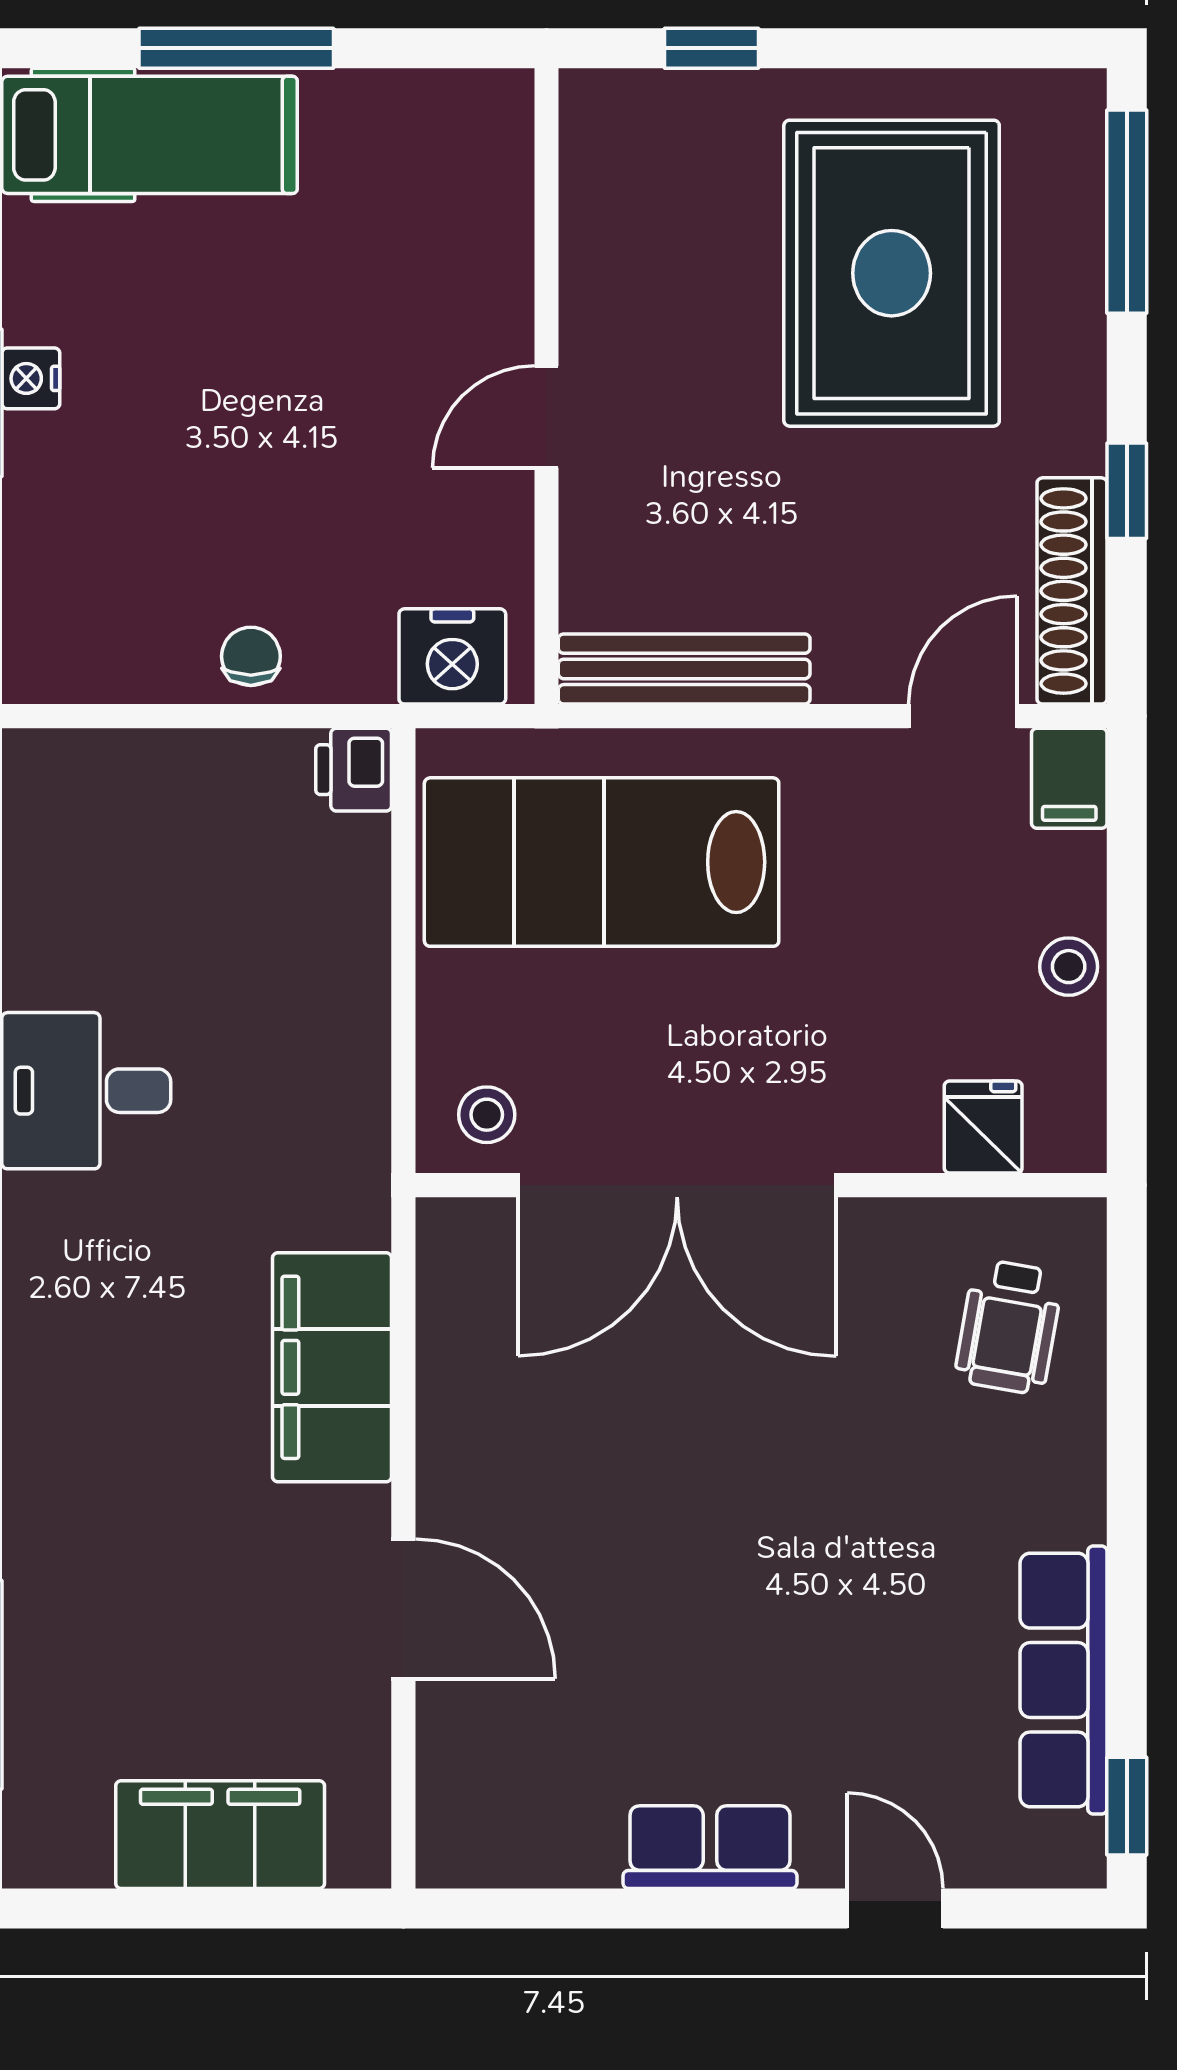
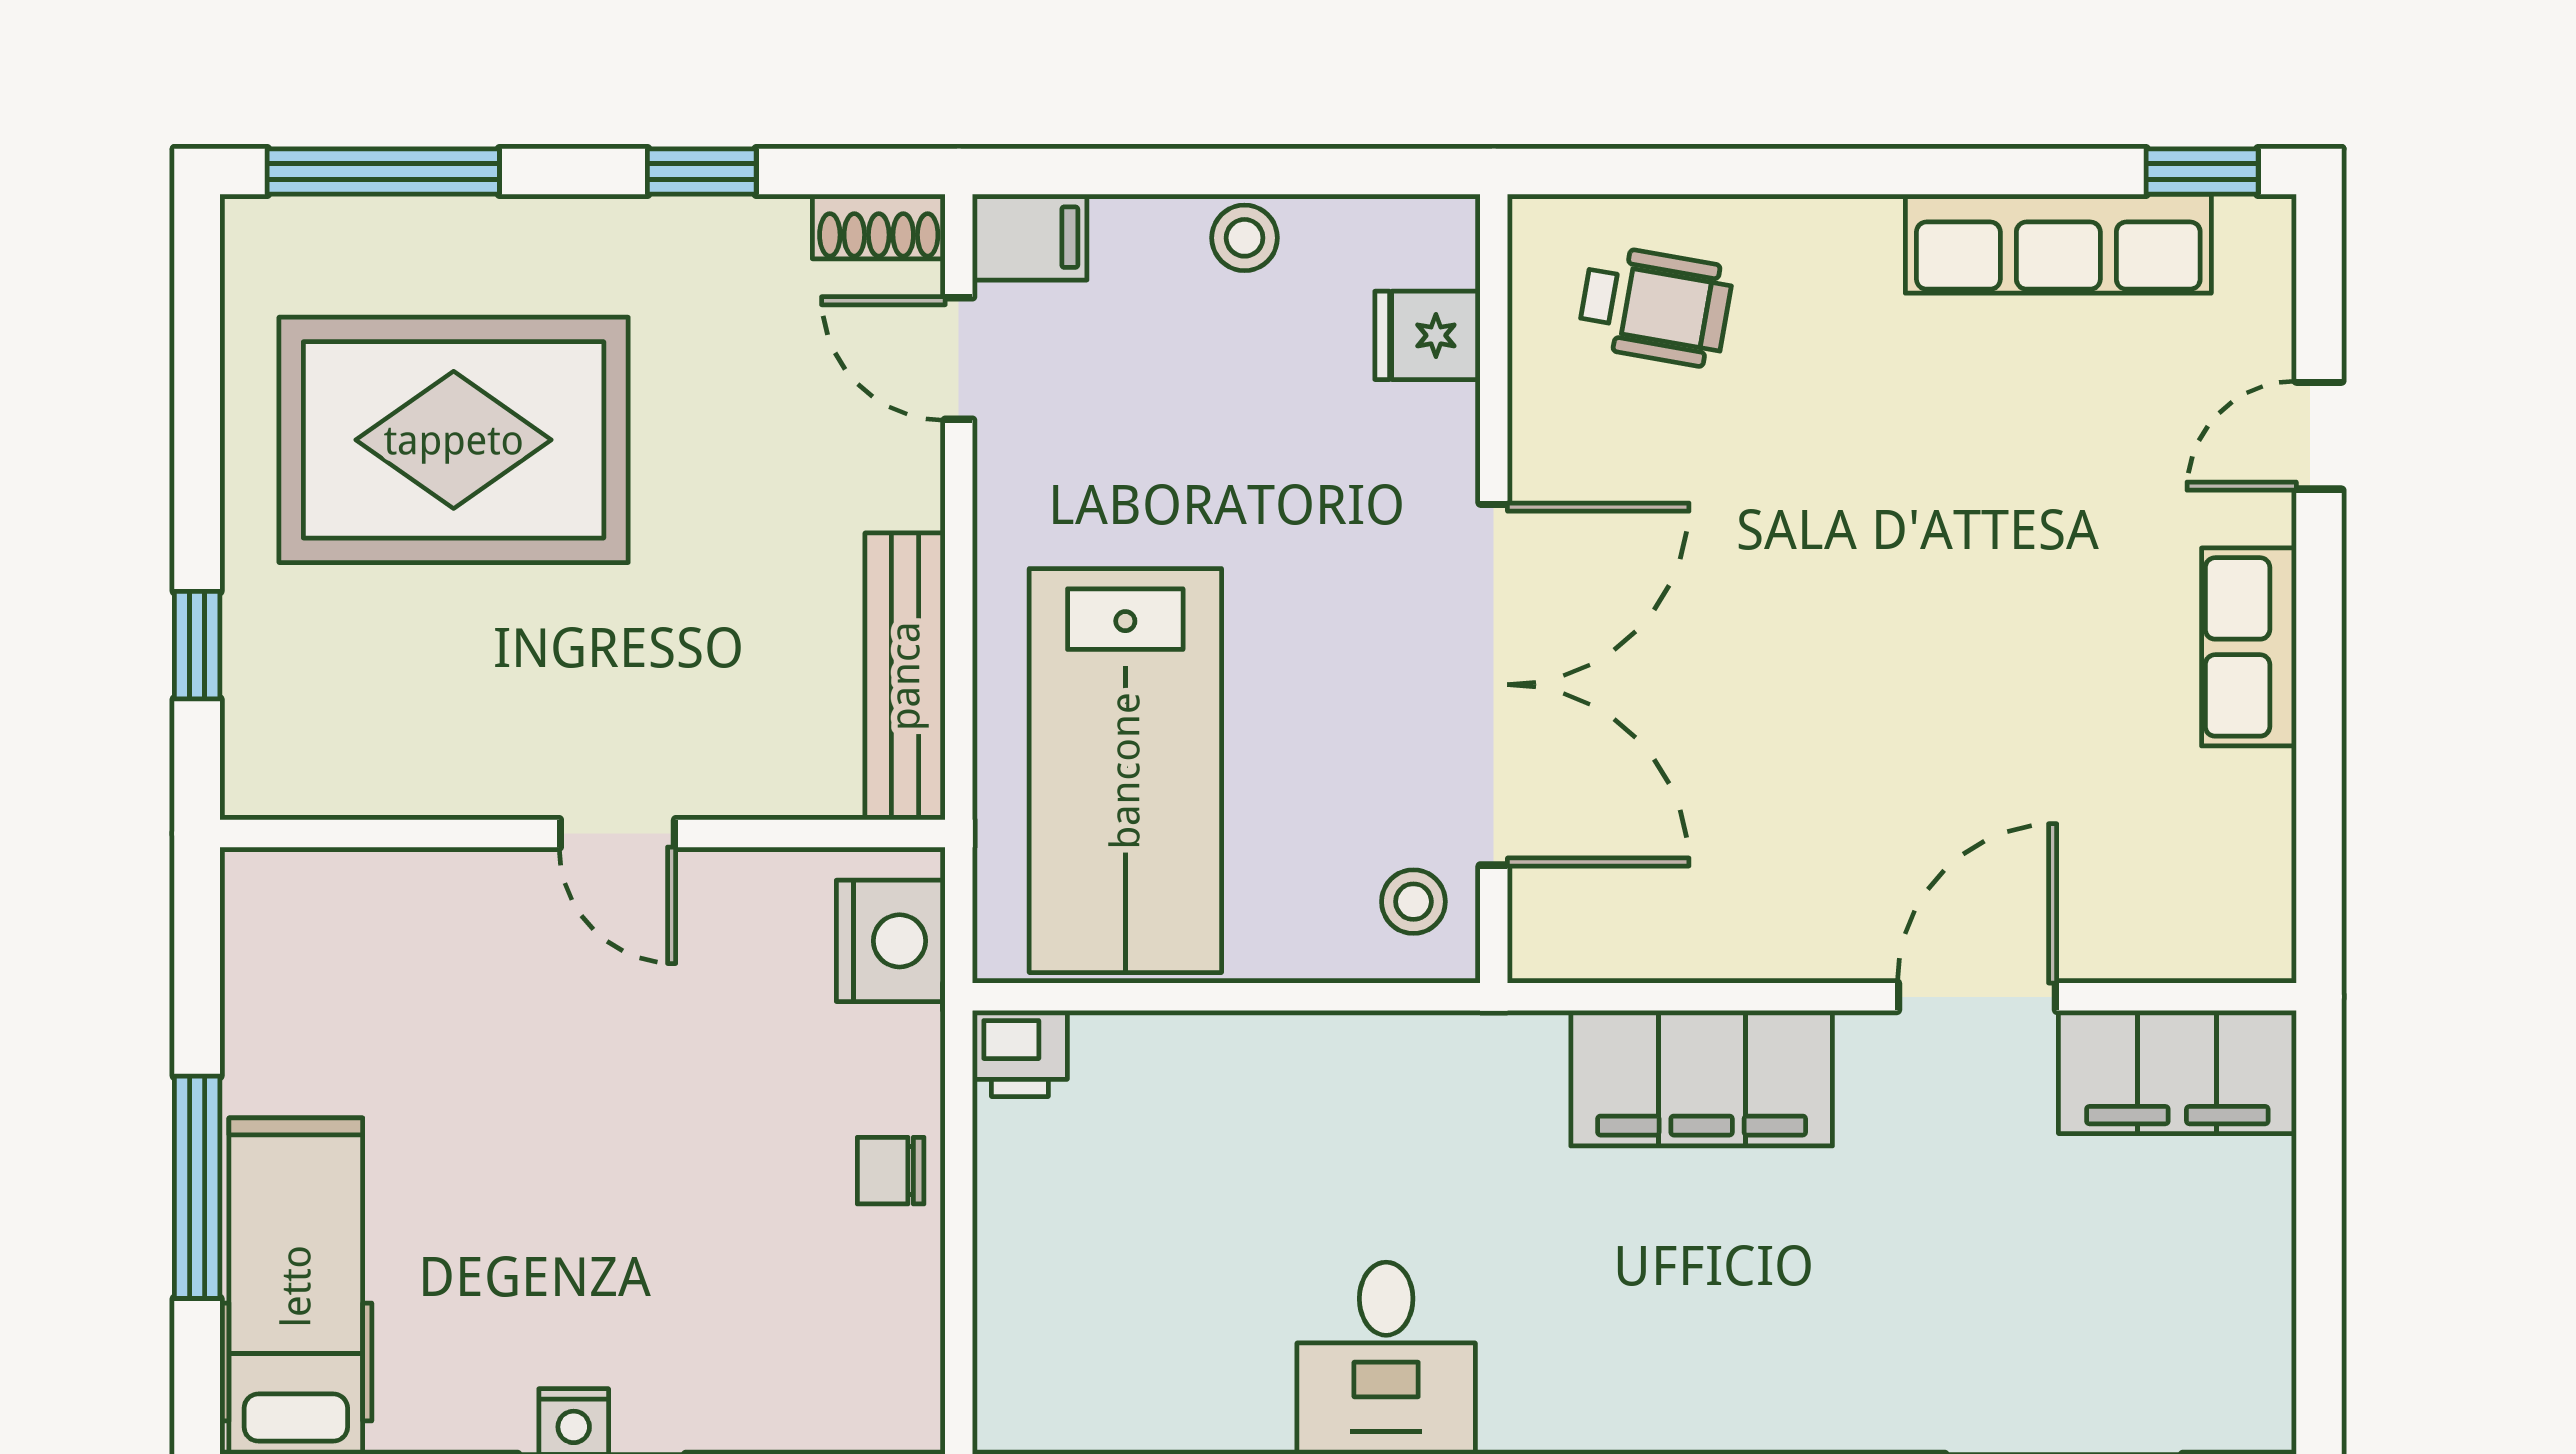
shoe rack: (1072, 591) -> (879, 226), width x0.51, depth x0.81
filing cabinet: (220, 1835) -> (2177, 1072), moved, turned -90

